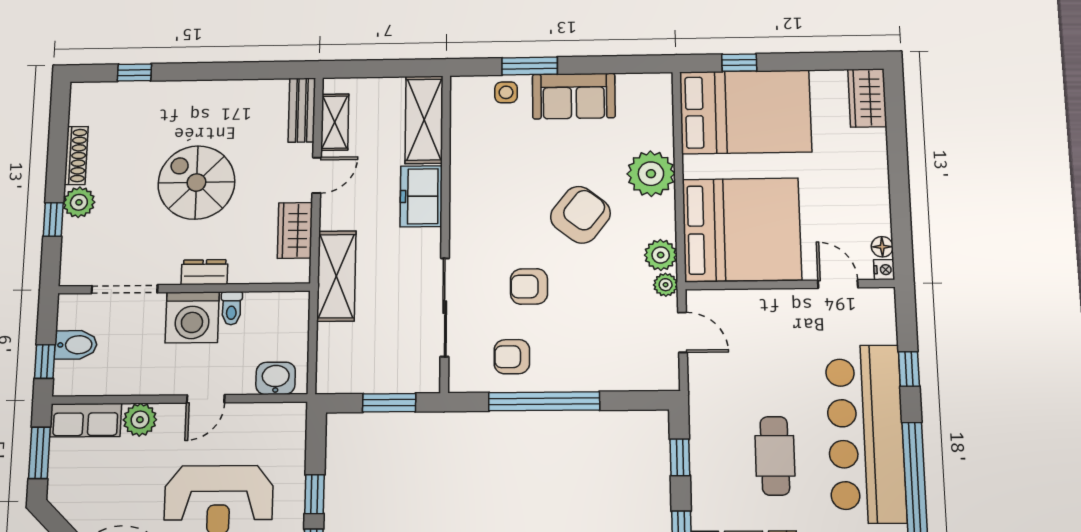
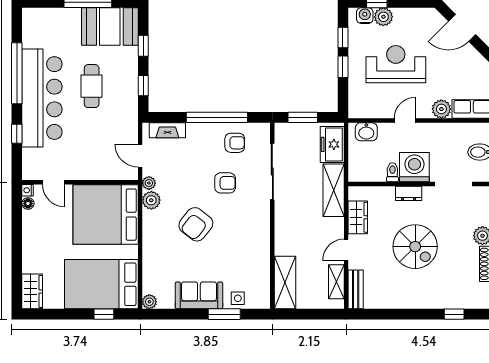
plant: (651, 174) -> (149, 302), moved, width x0.53, depth x0.53
freezer: (421, 196) -> (332, 144), moved, turned 180
fireplace: (634, 378) -> (167, 130), added

